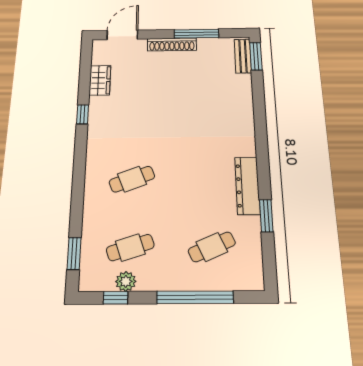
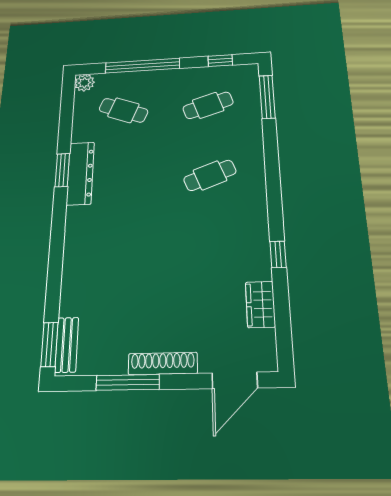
window: (266, 216) -> (62, 170), moved
cafe table: (212, 247) -> (123, 110), turned 45
window: (74, 253) -> (267, 97), width x1.44
plant: (126, 281) -> (84, 83), moved

